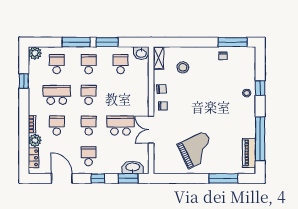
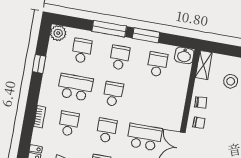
plant: (35, 140) -> (40, 137), removed

